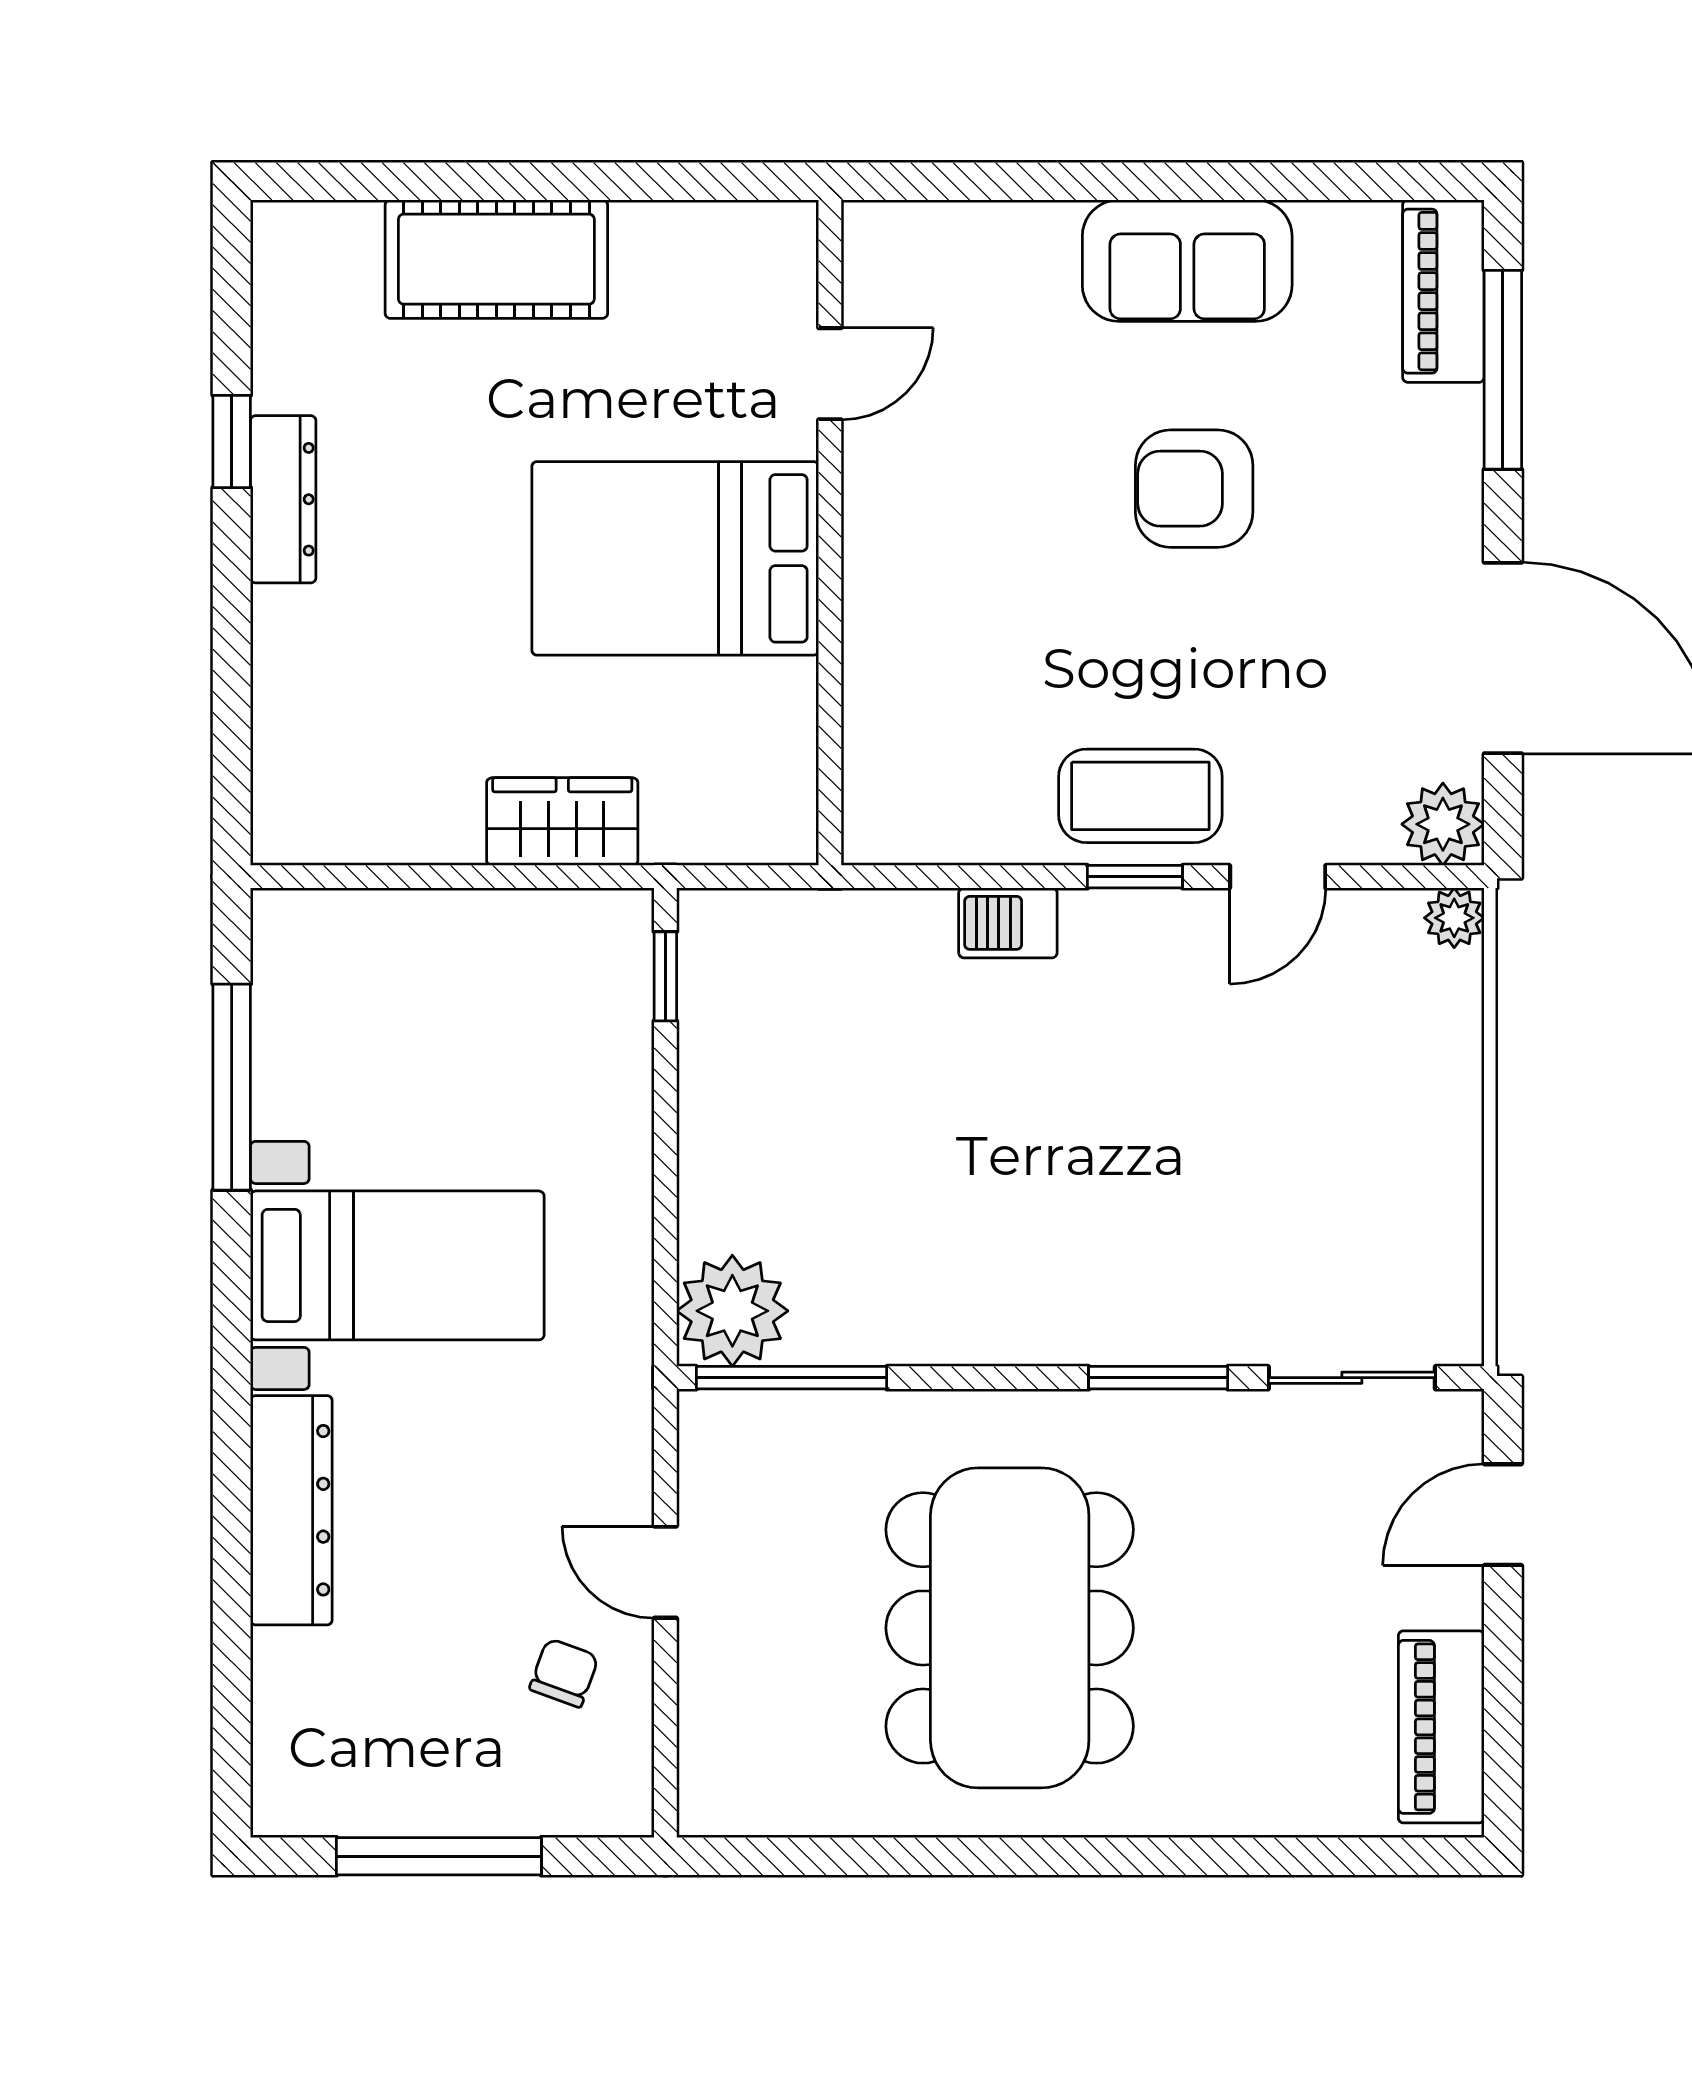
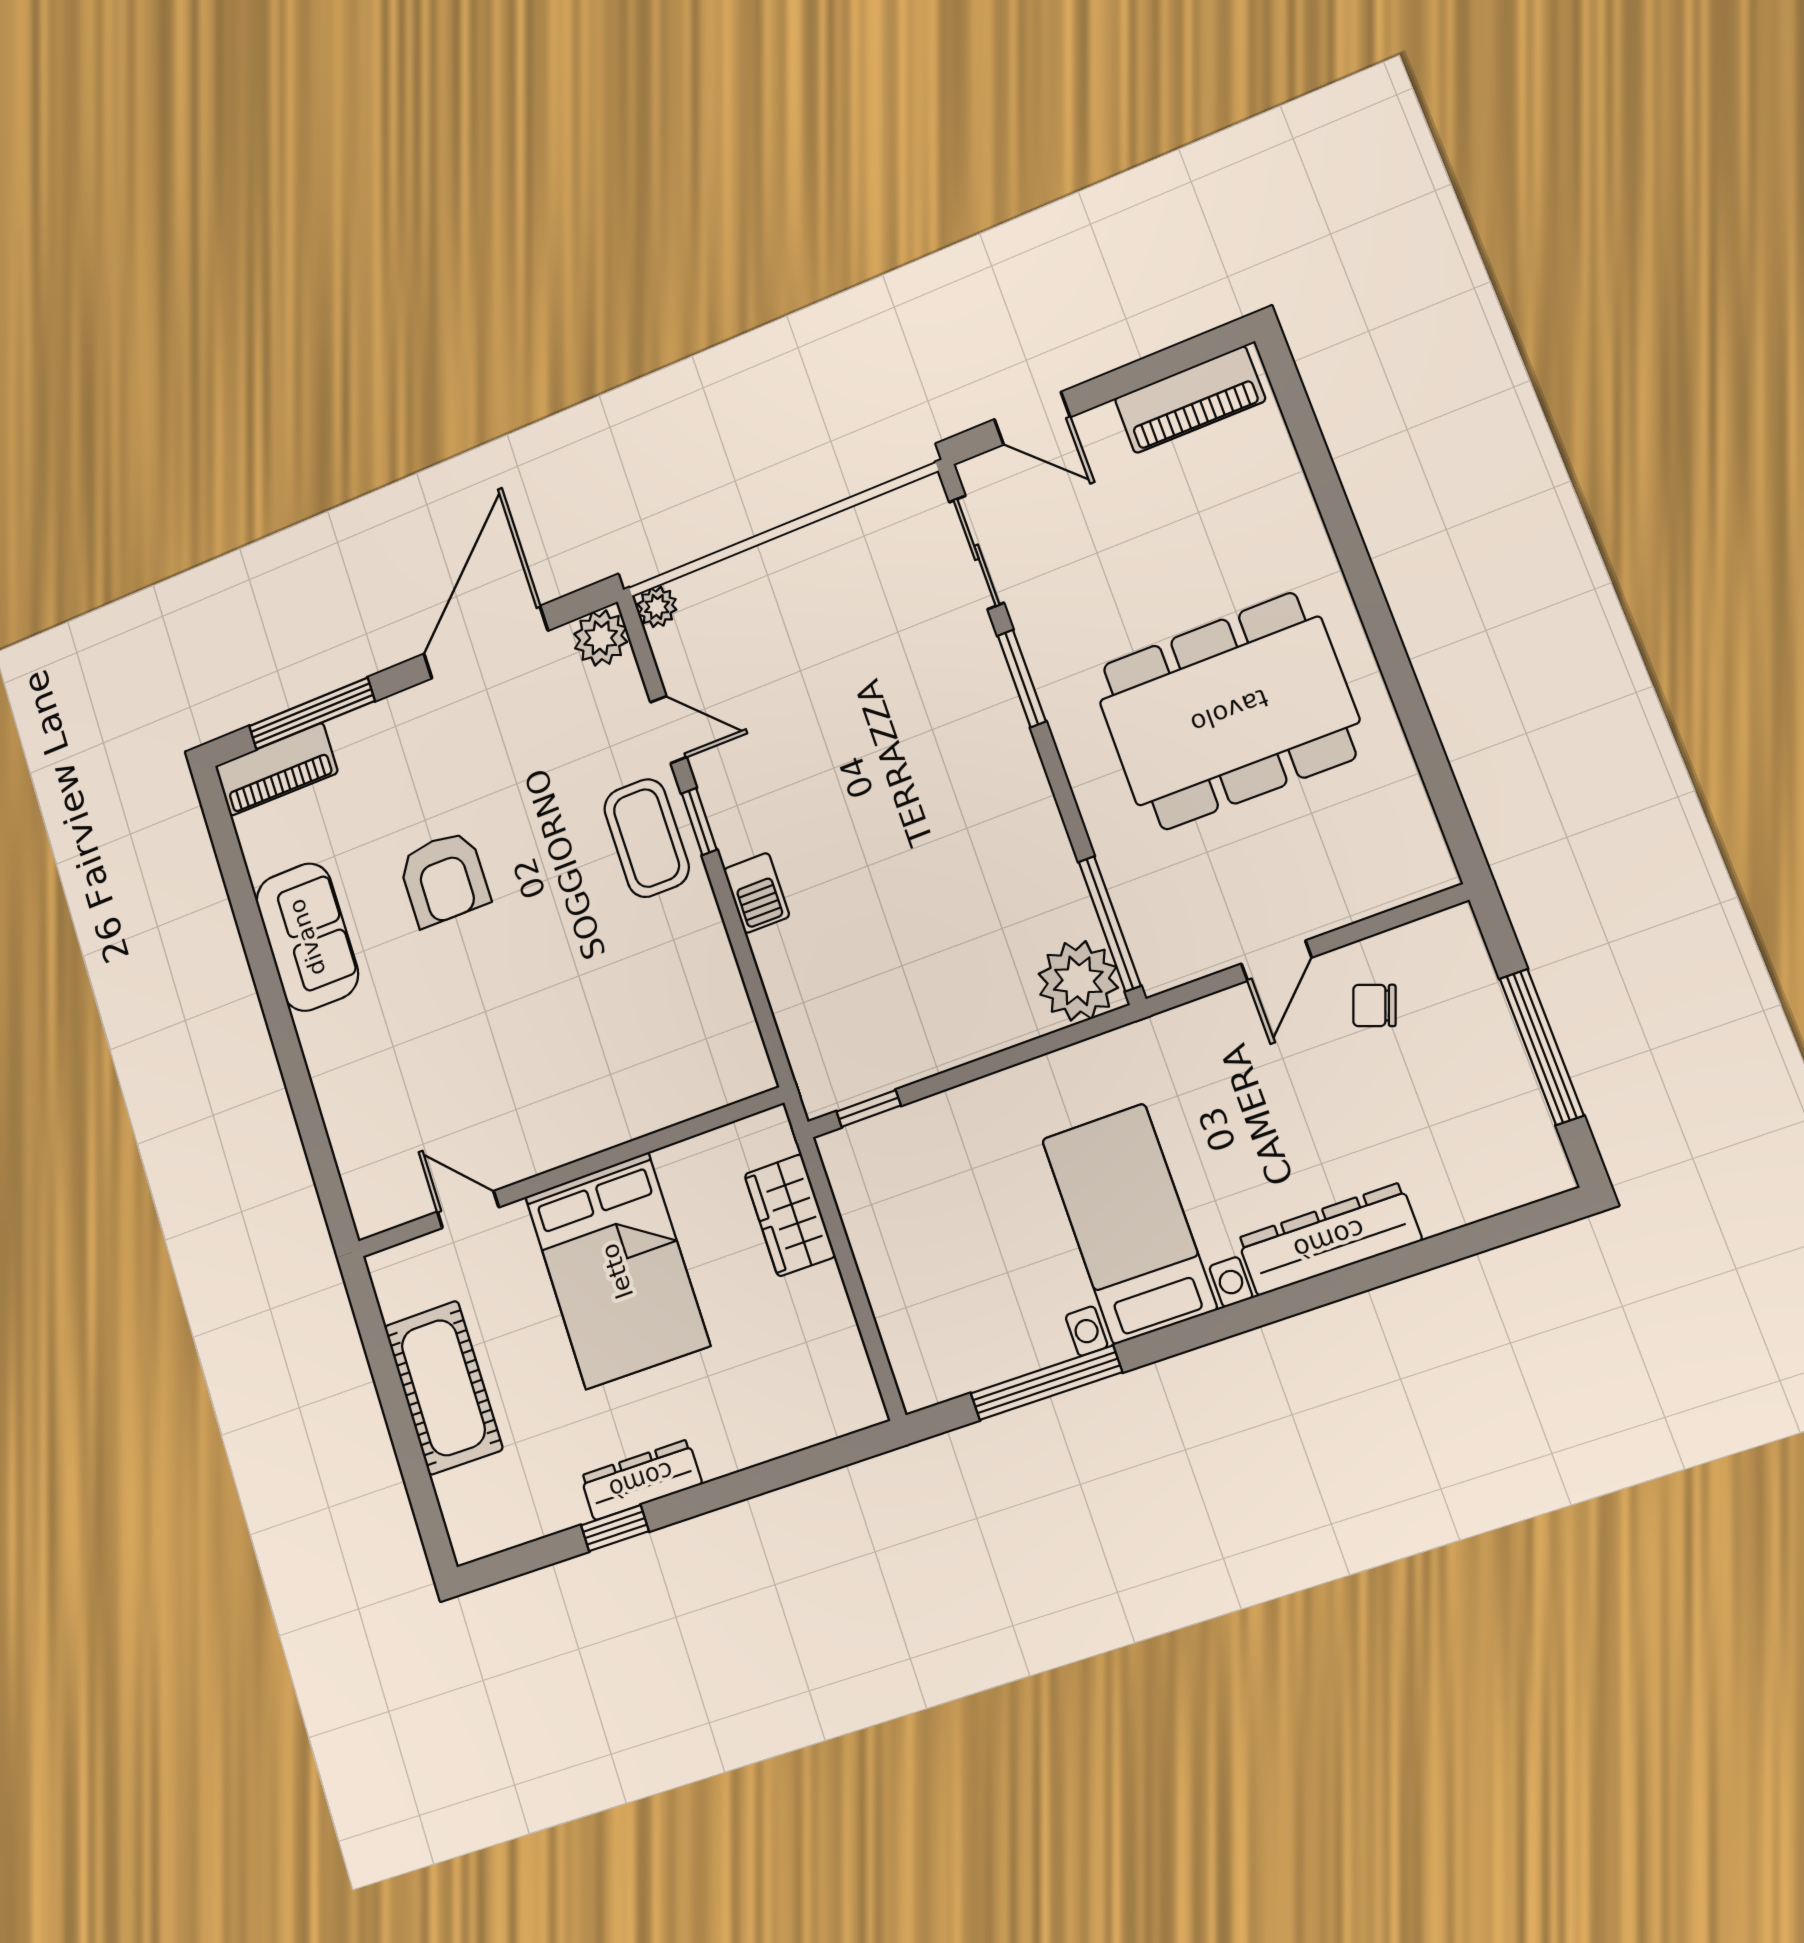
door: (830, 374) -> (468, 1210), moved
wall: (830, 533) -> (568, 1173), moved
bed: (675, 558) -> (617, 1271), moved

